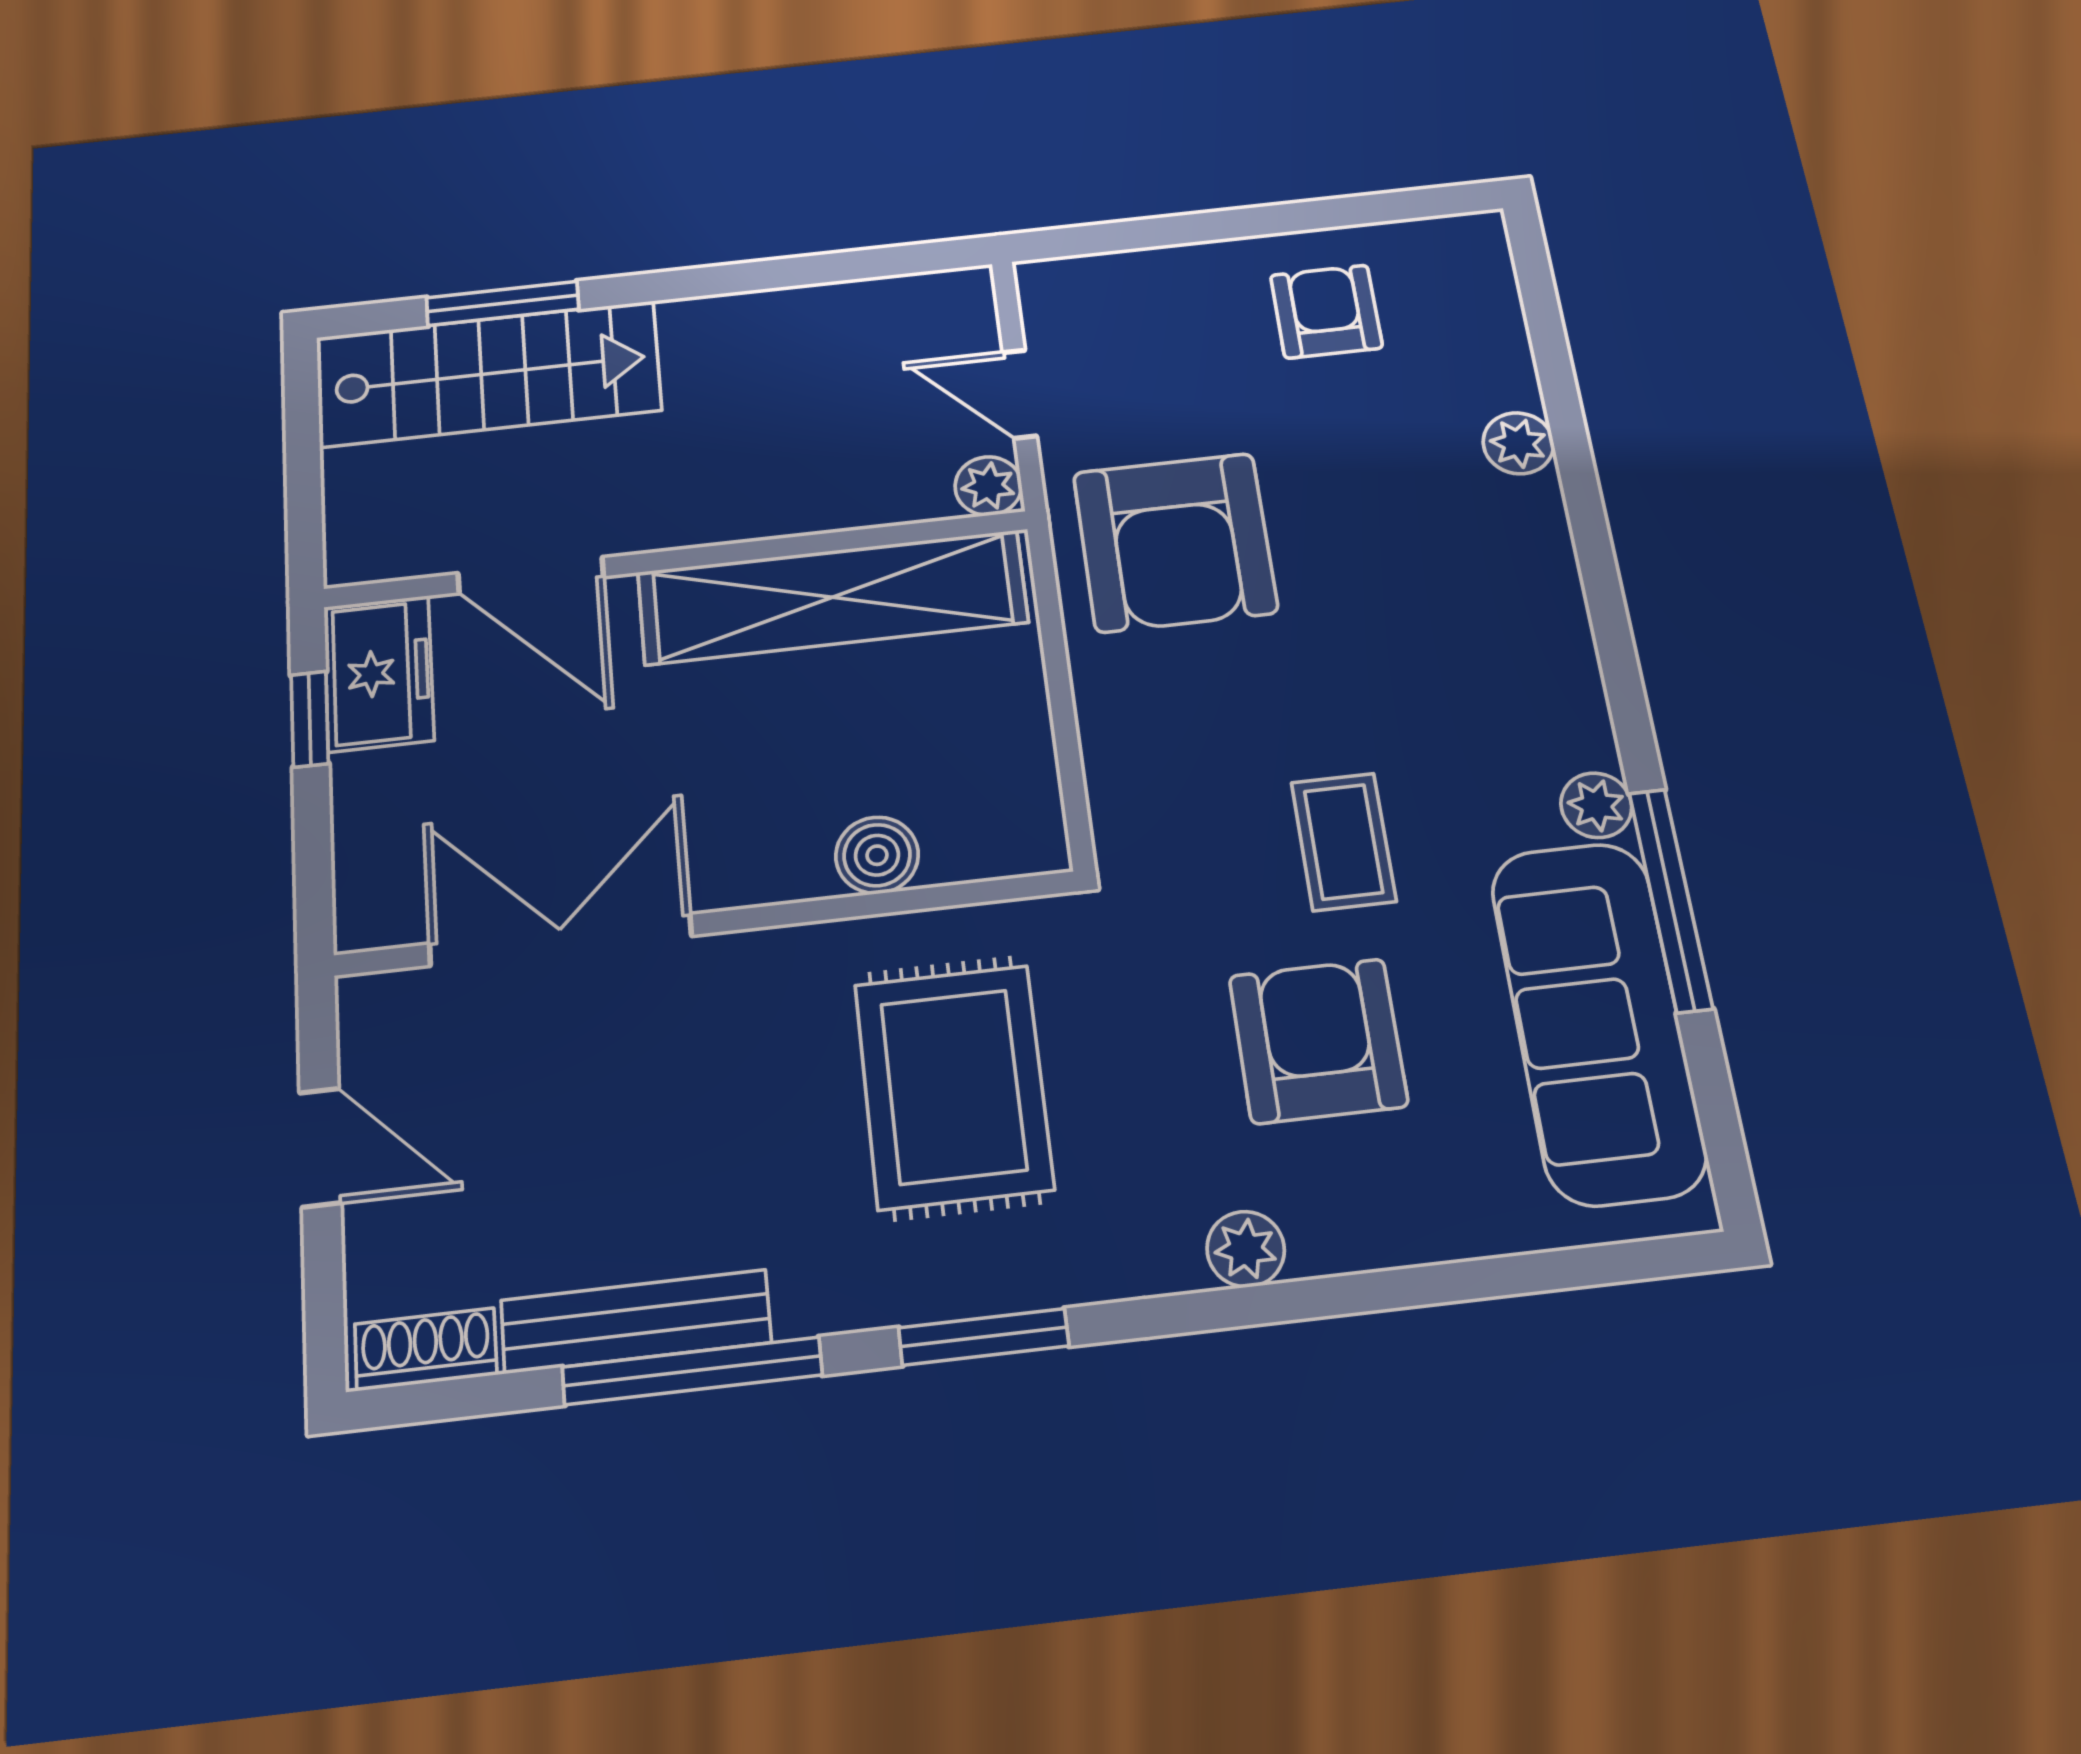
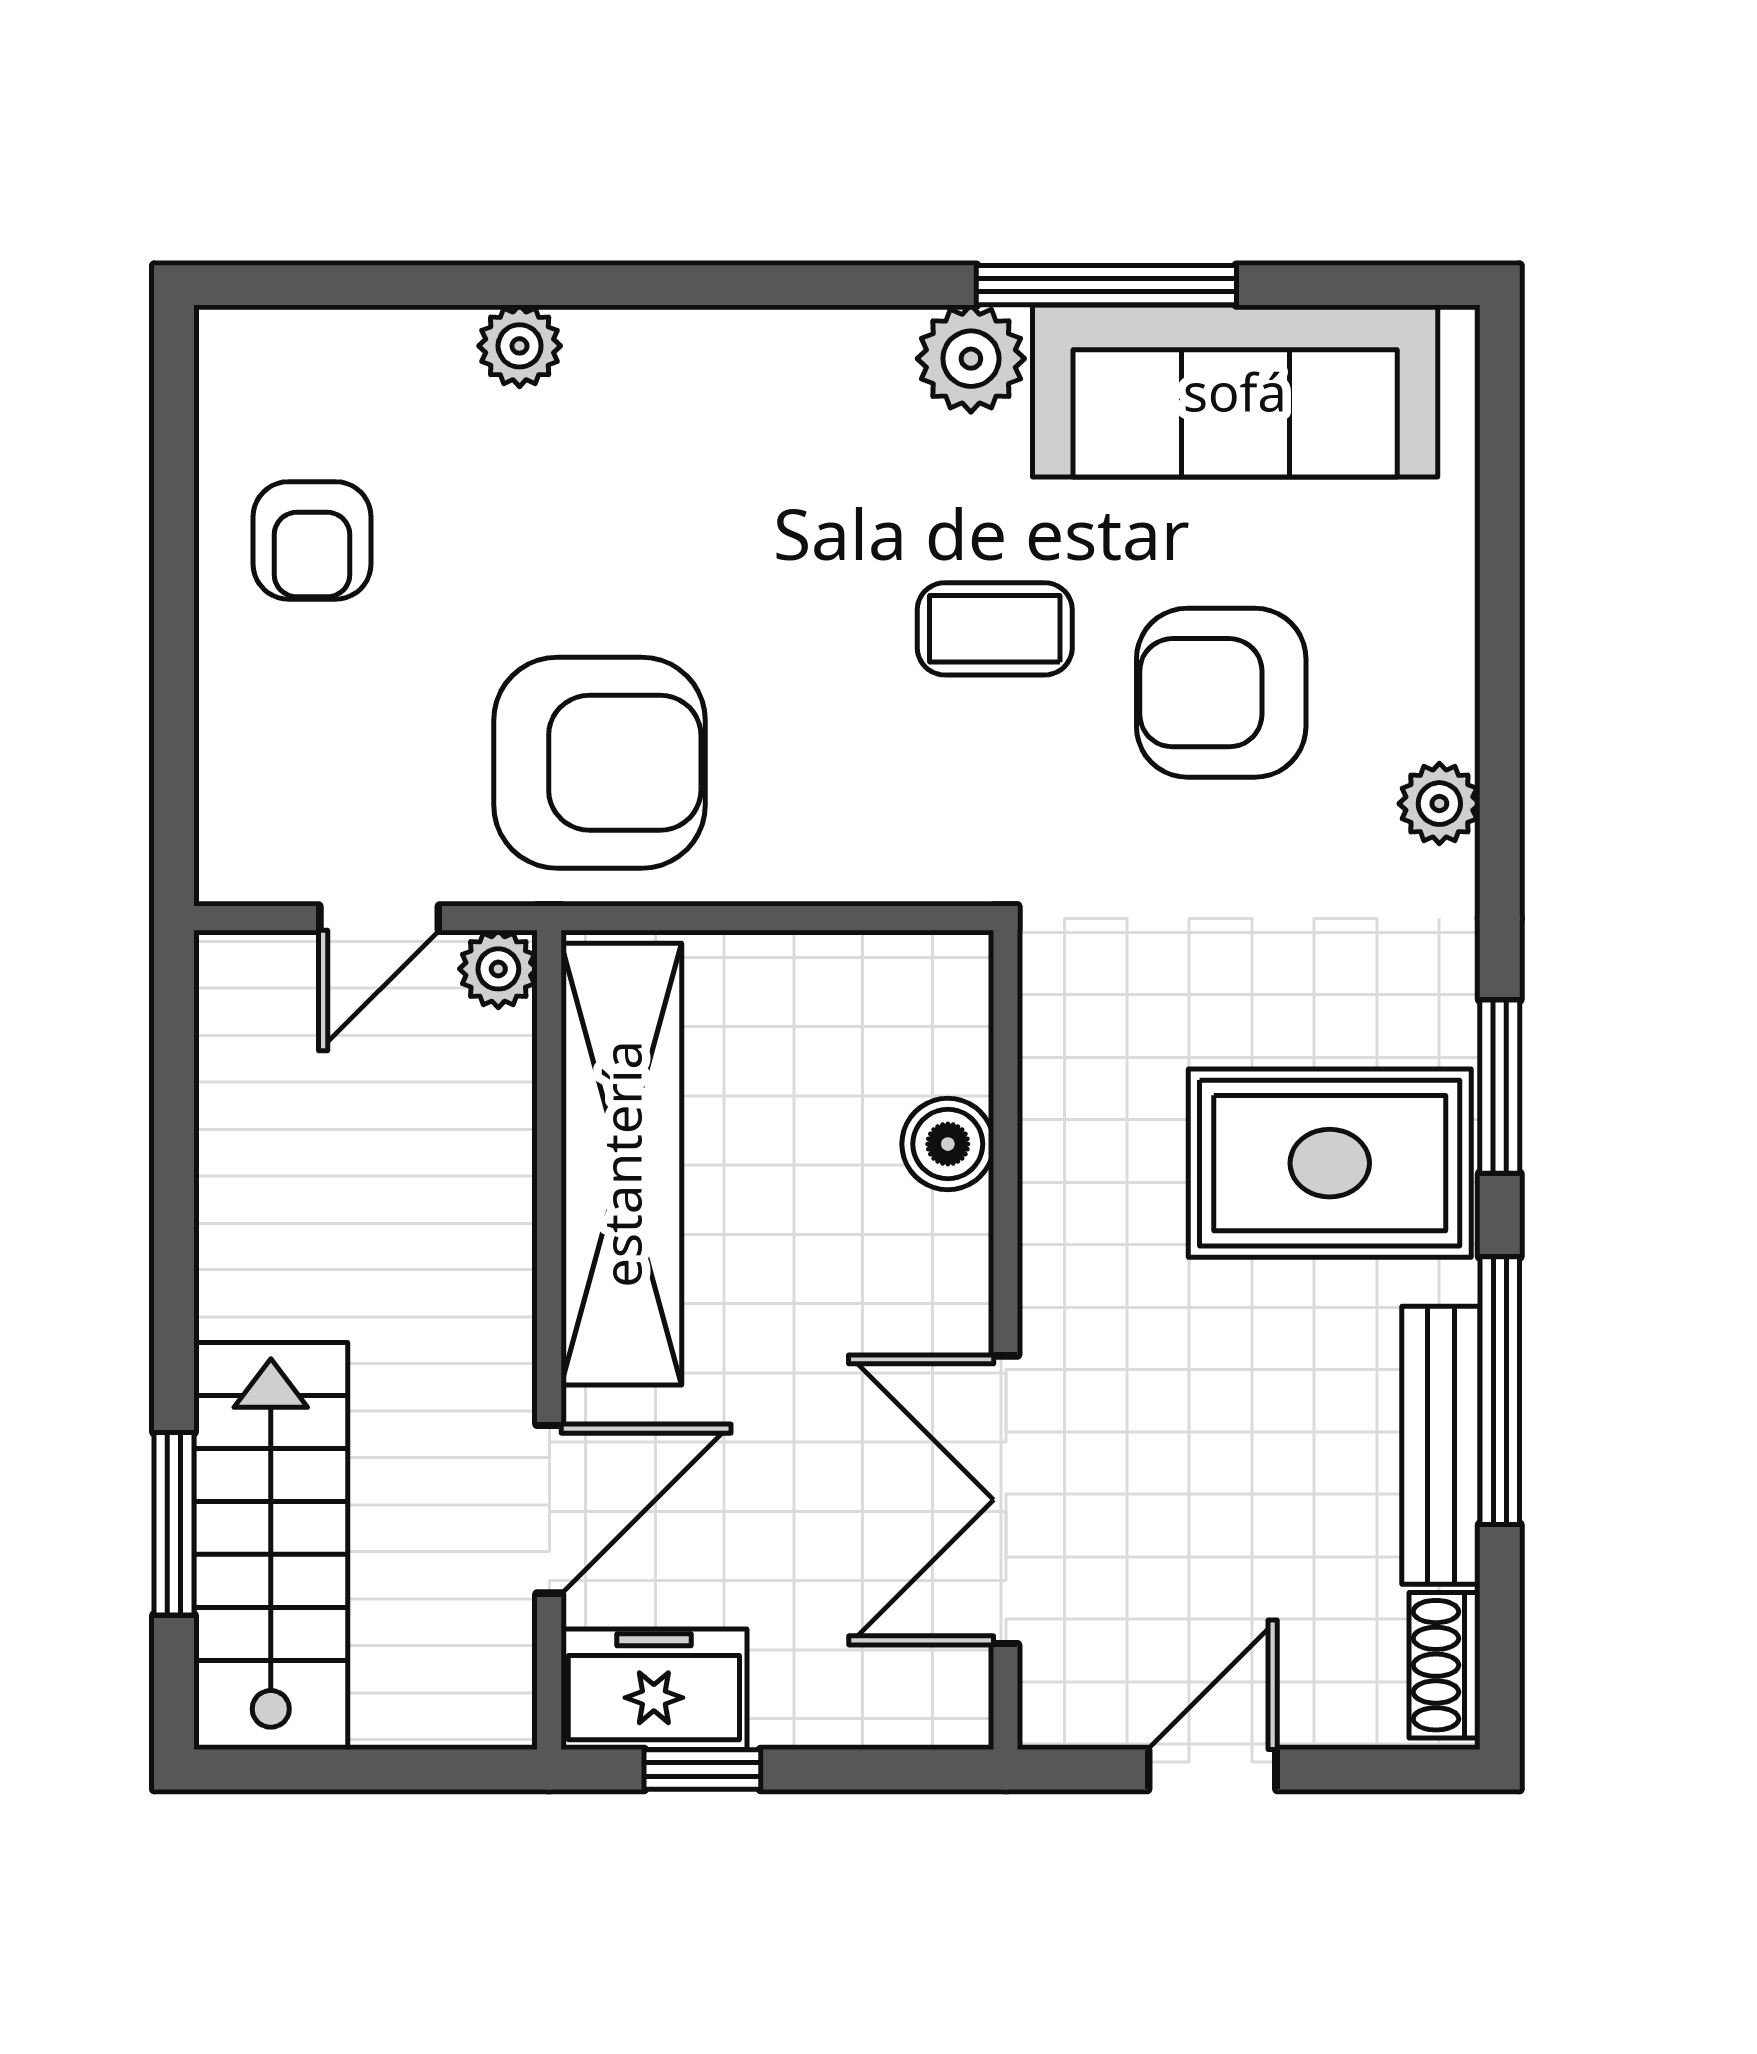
armchair: (1326, 312) -> (312, 540), turned -90
plant: (1596, 805) -> (971, 359), width x1.38, depth x1.38
rug: (953, 1086) -> (1330, 1163), moved

